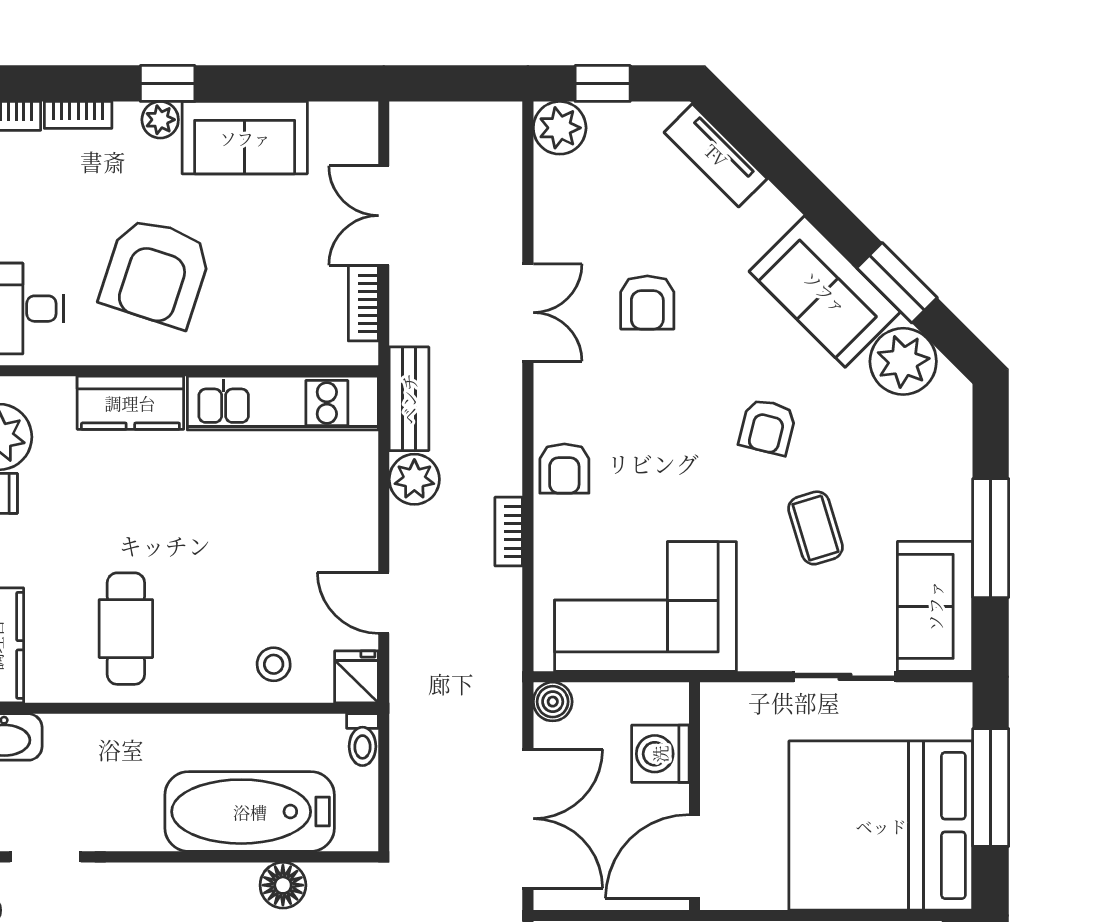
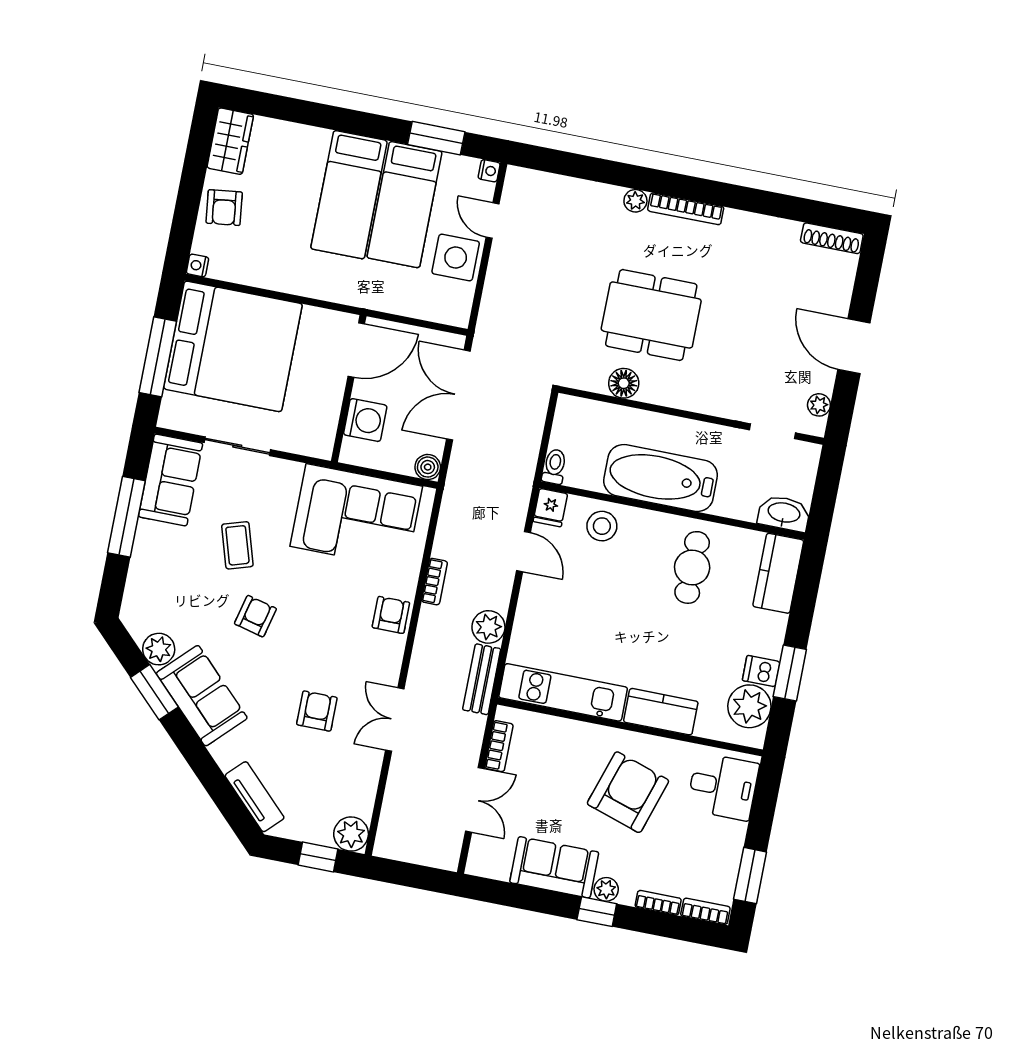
plant: (903, 361) -> (159, 649), width x0.73, depth x0.73
stool: (274, 664) -> (602, 526), width x1.37, depth x1.37
bathtub: (250, 812) -> (661, 478), moved, turned 180

